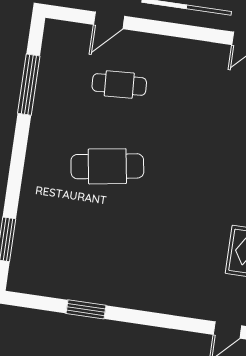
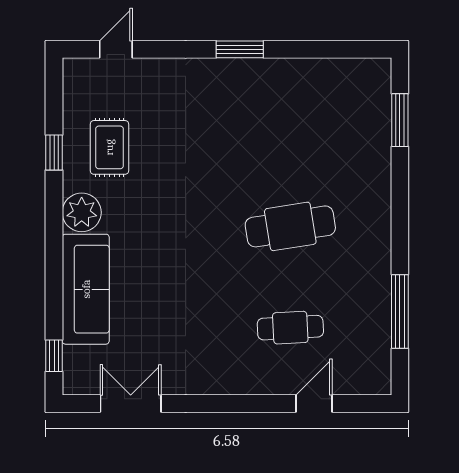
window: (86, 309) -> (240, 49), moved

